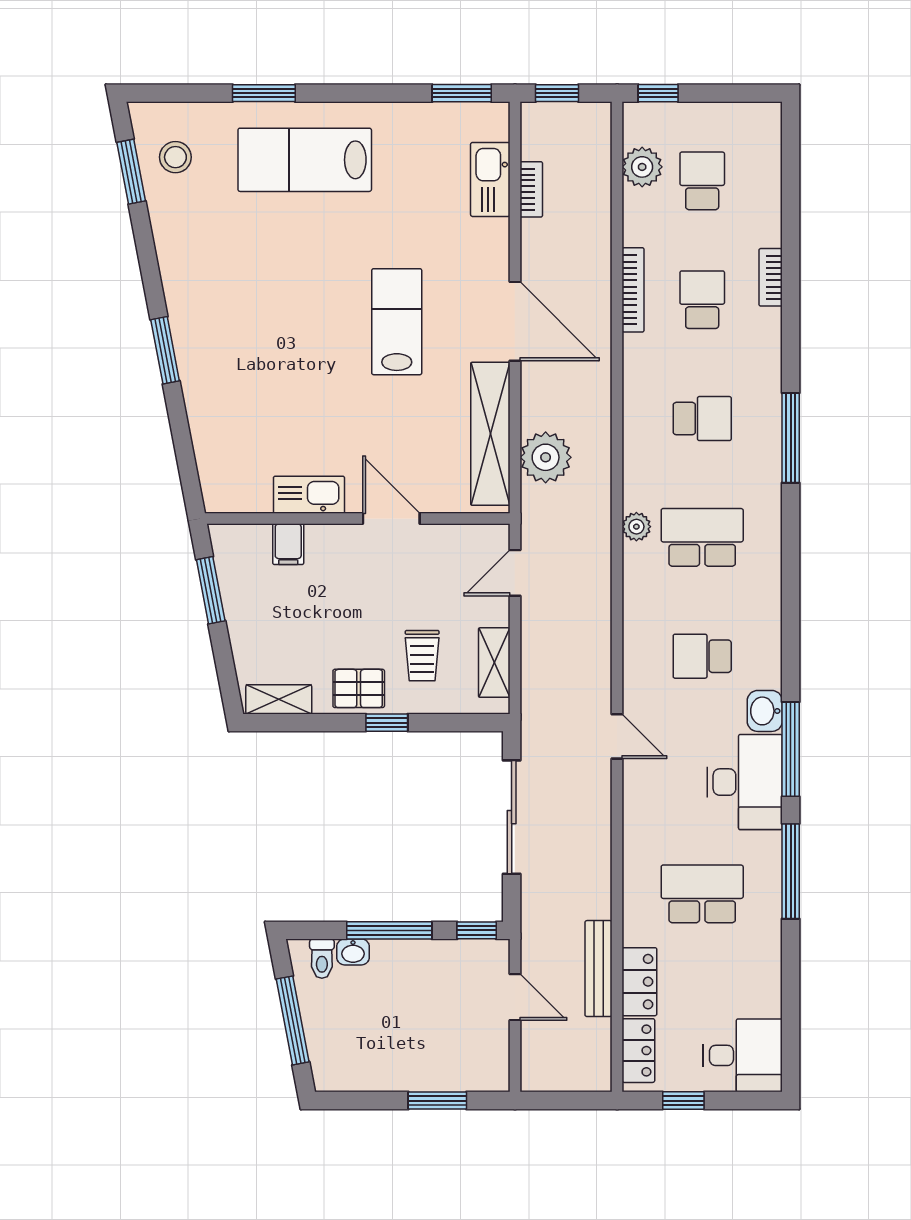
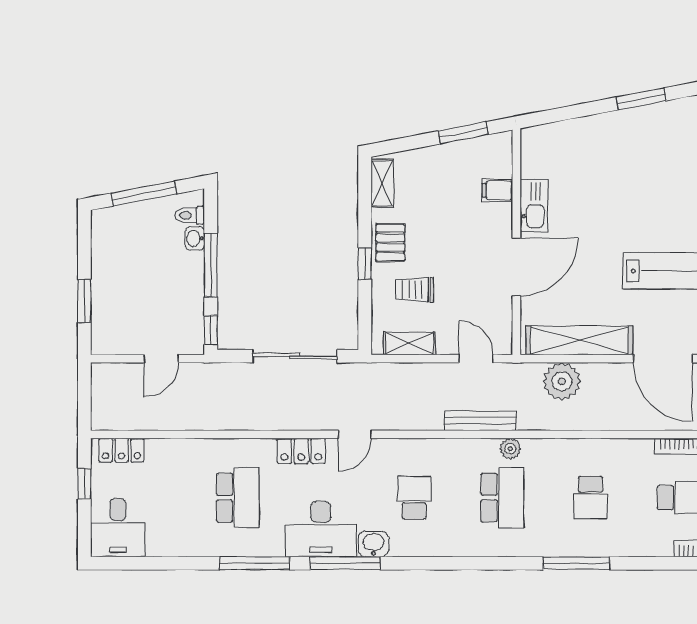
door: (515, 321) -> (663, 359), hinge flipped
door: (391, 519) -> (516, 267), width x1.36
bench: (599, 969) -> (480, 421), moved
locker: (639, 982) -> (301, 451), moved

